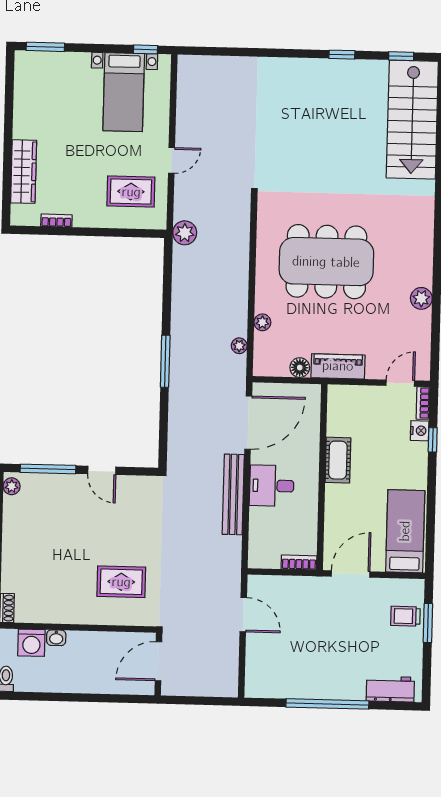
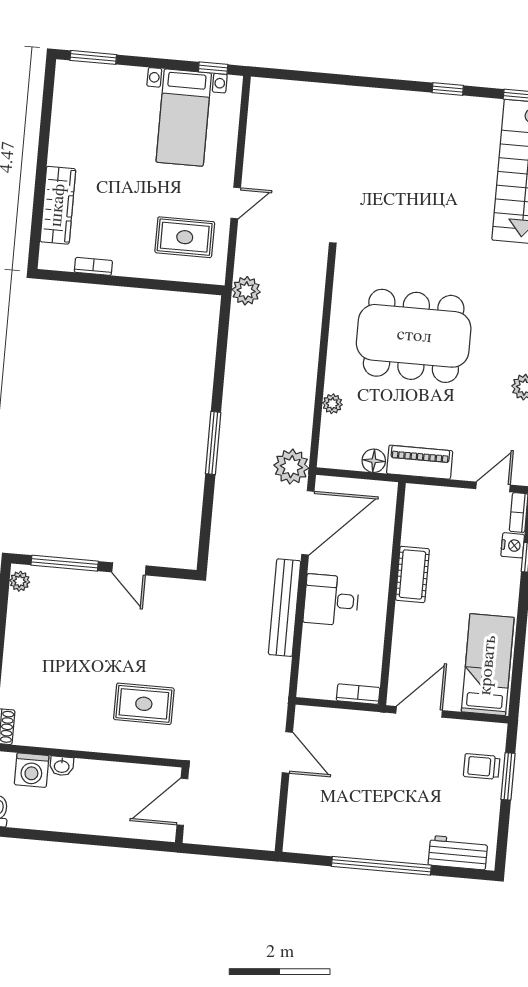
plant: (239, 346) -> (291, 467), moved, width x1.88, depth x1.88

